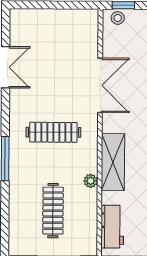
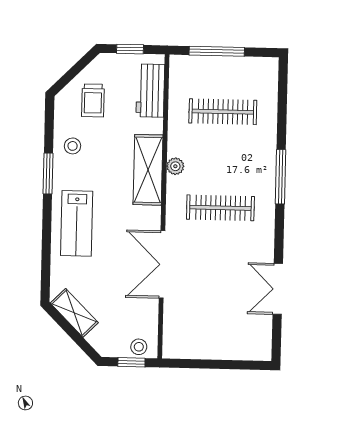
plant: (91, 181) -> (175, 166), moved
clothes rail: (53, 211) -> (223, 112), turned 90

